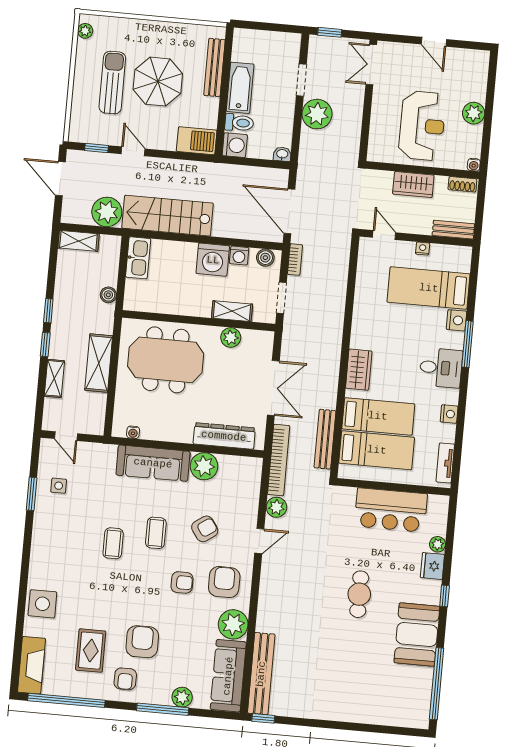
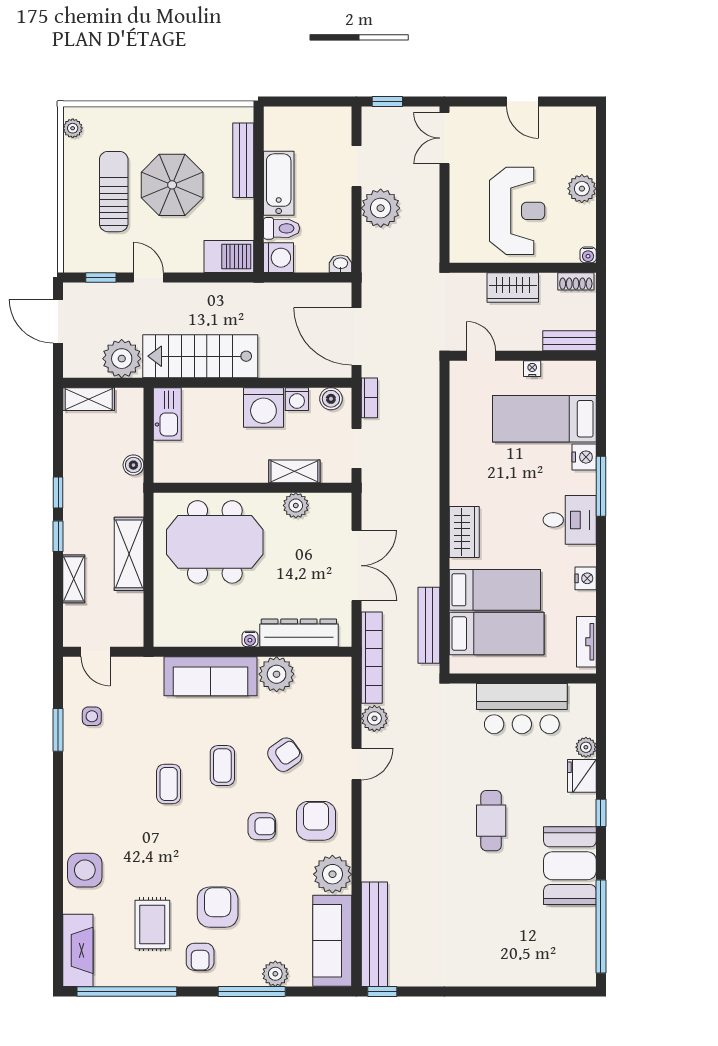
water cooler: (133, 432) -> (250, 639), moved

